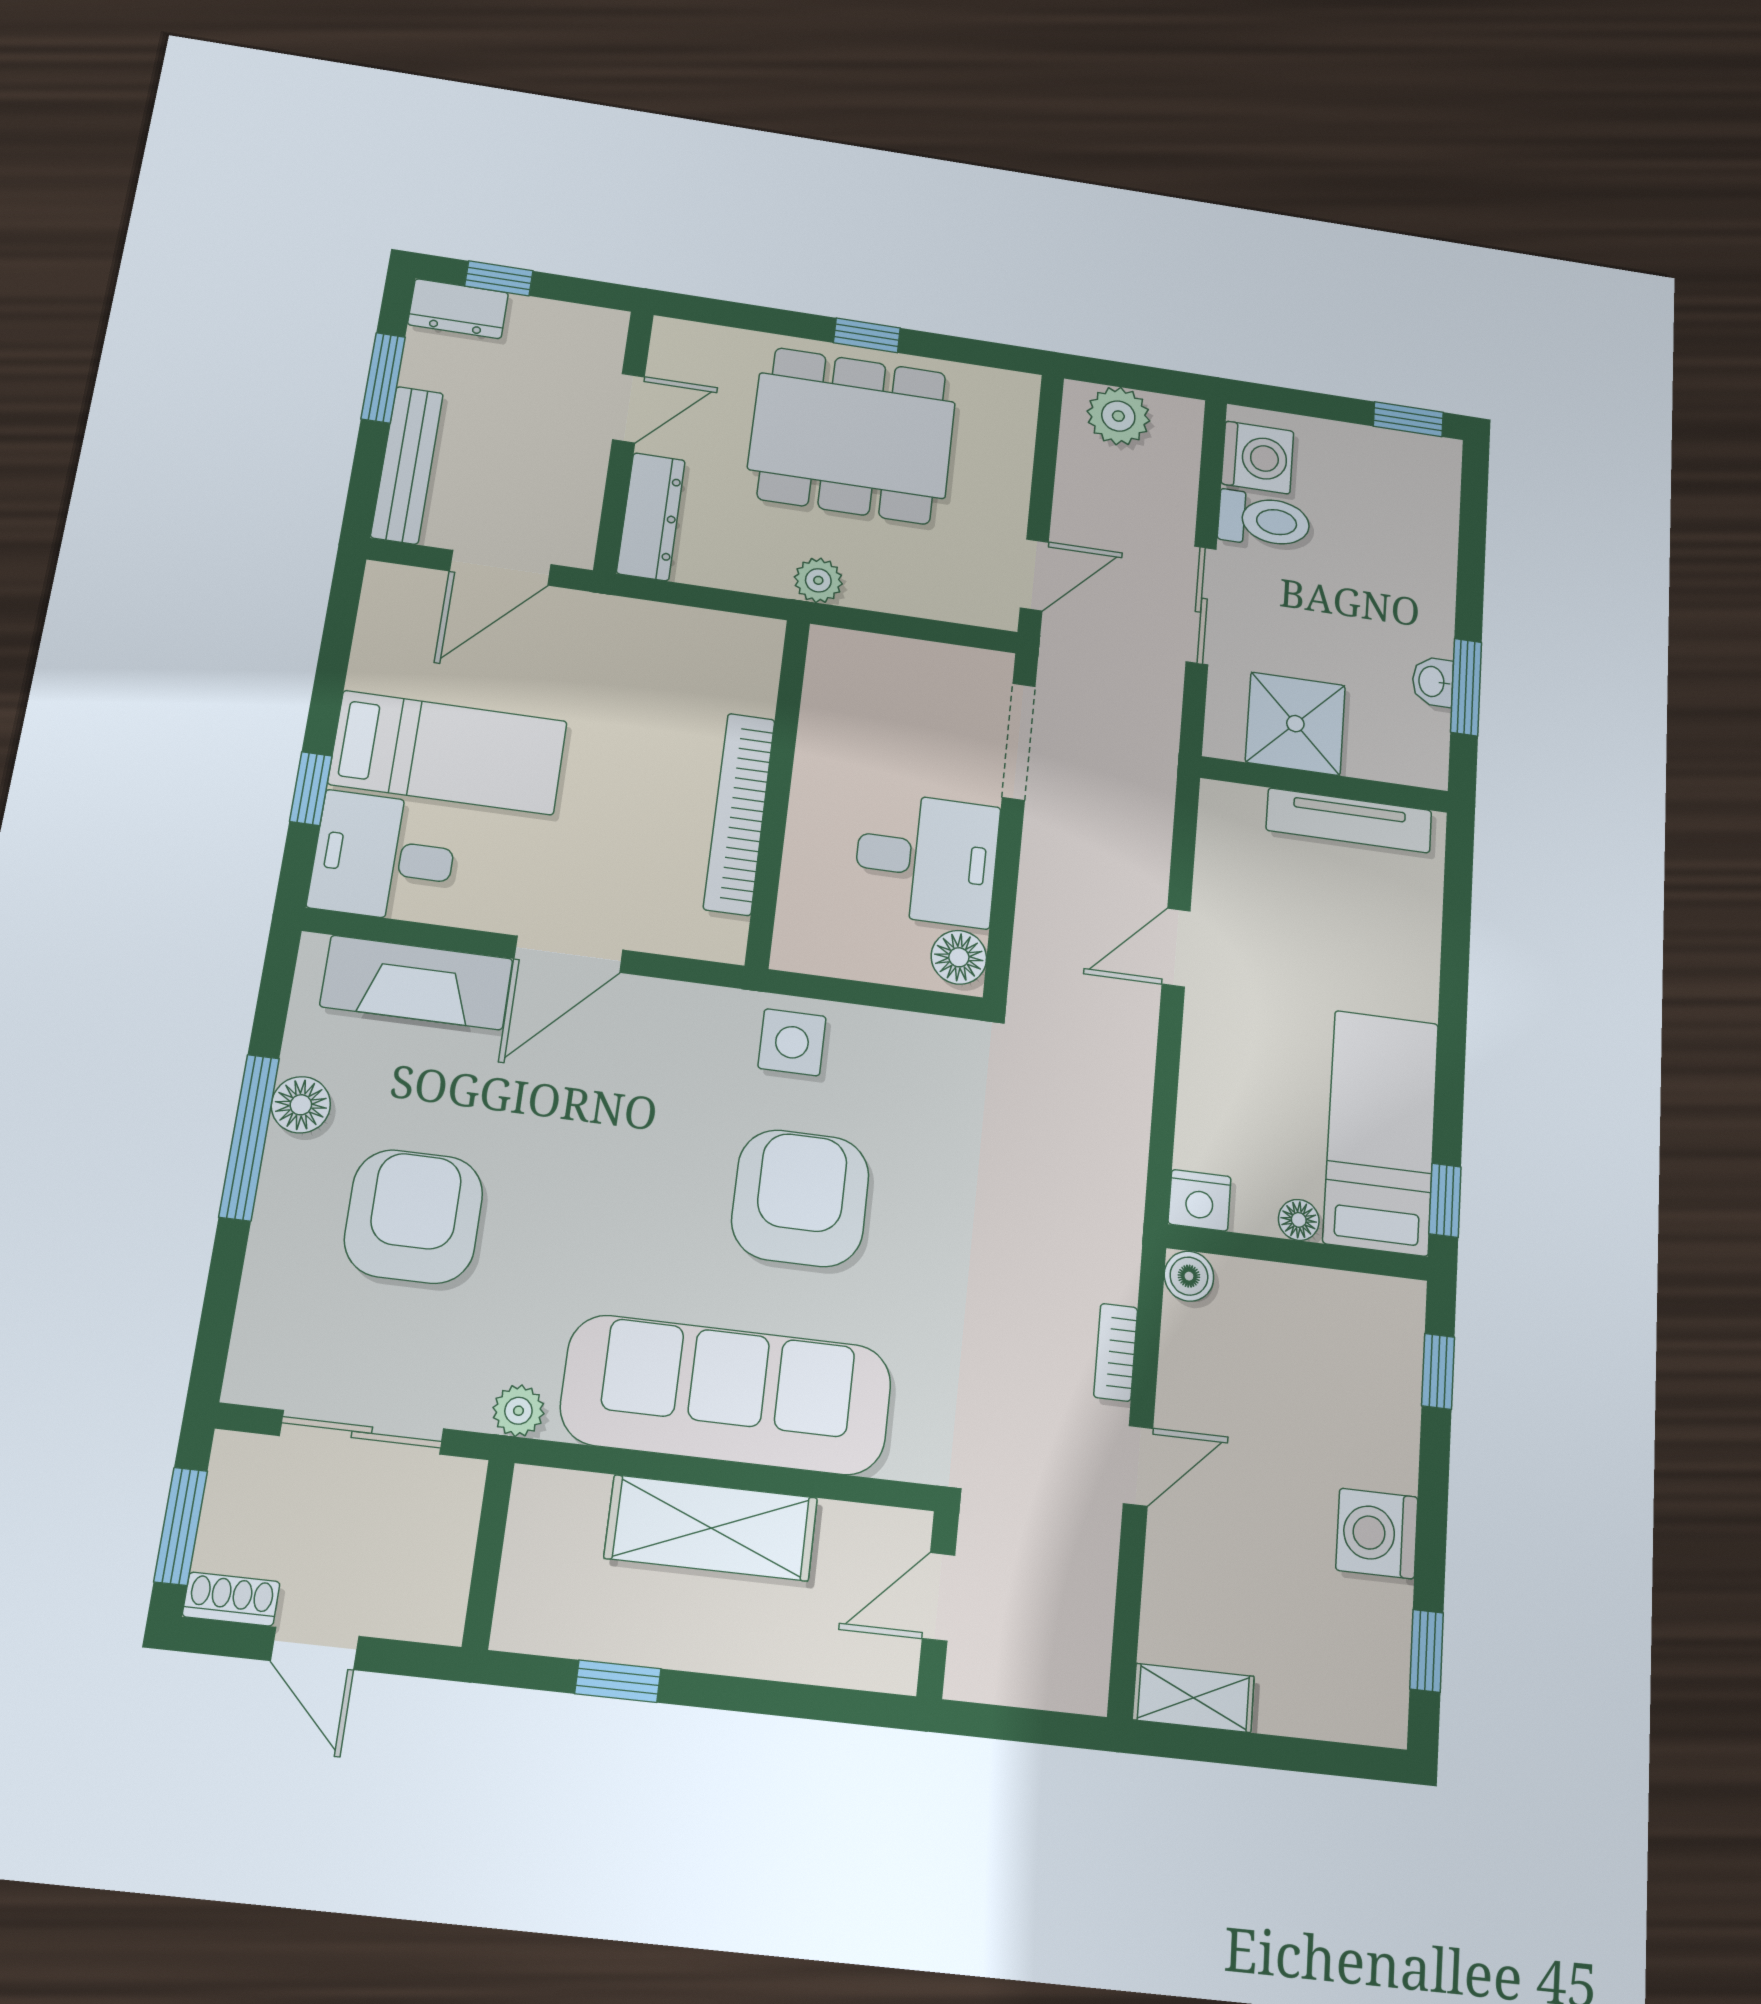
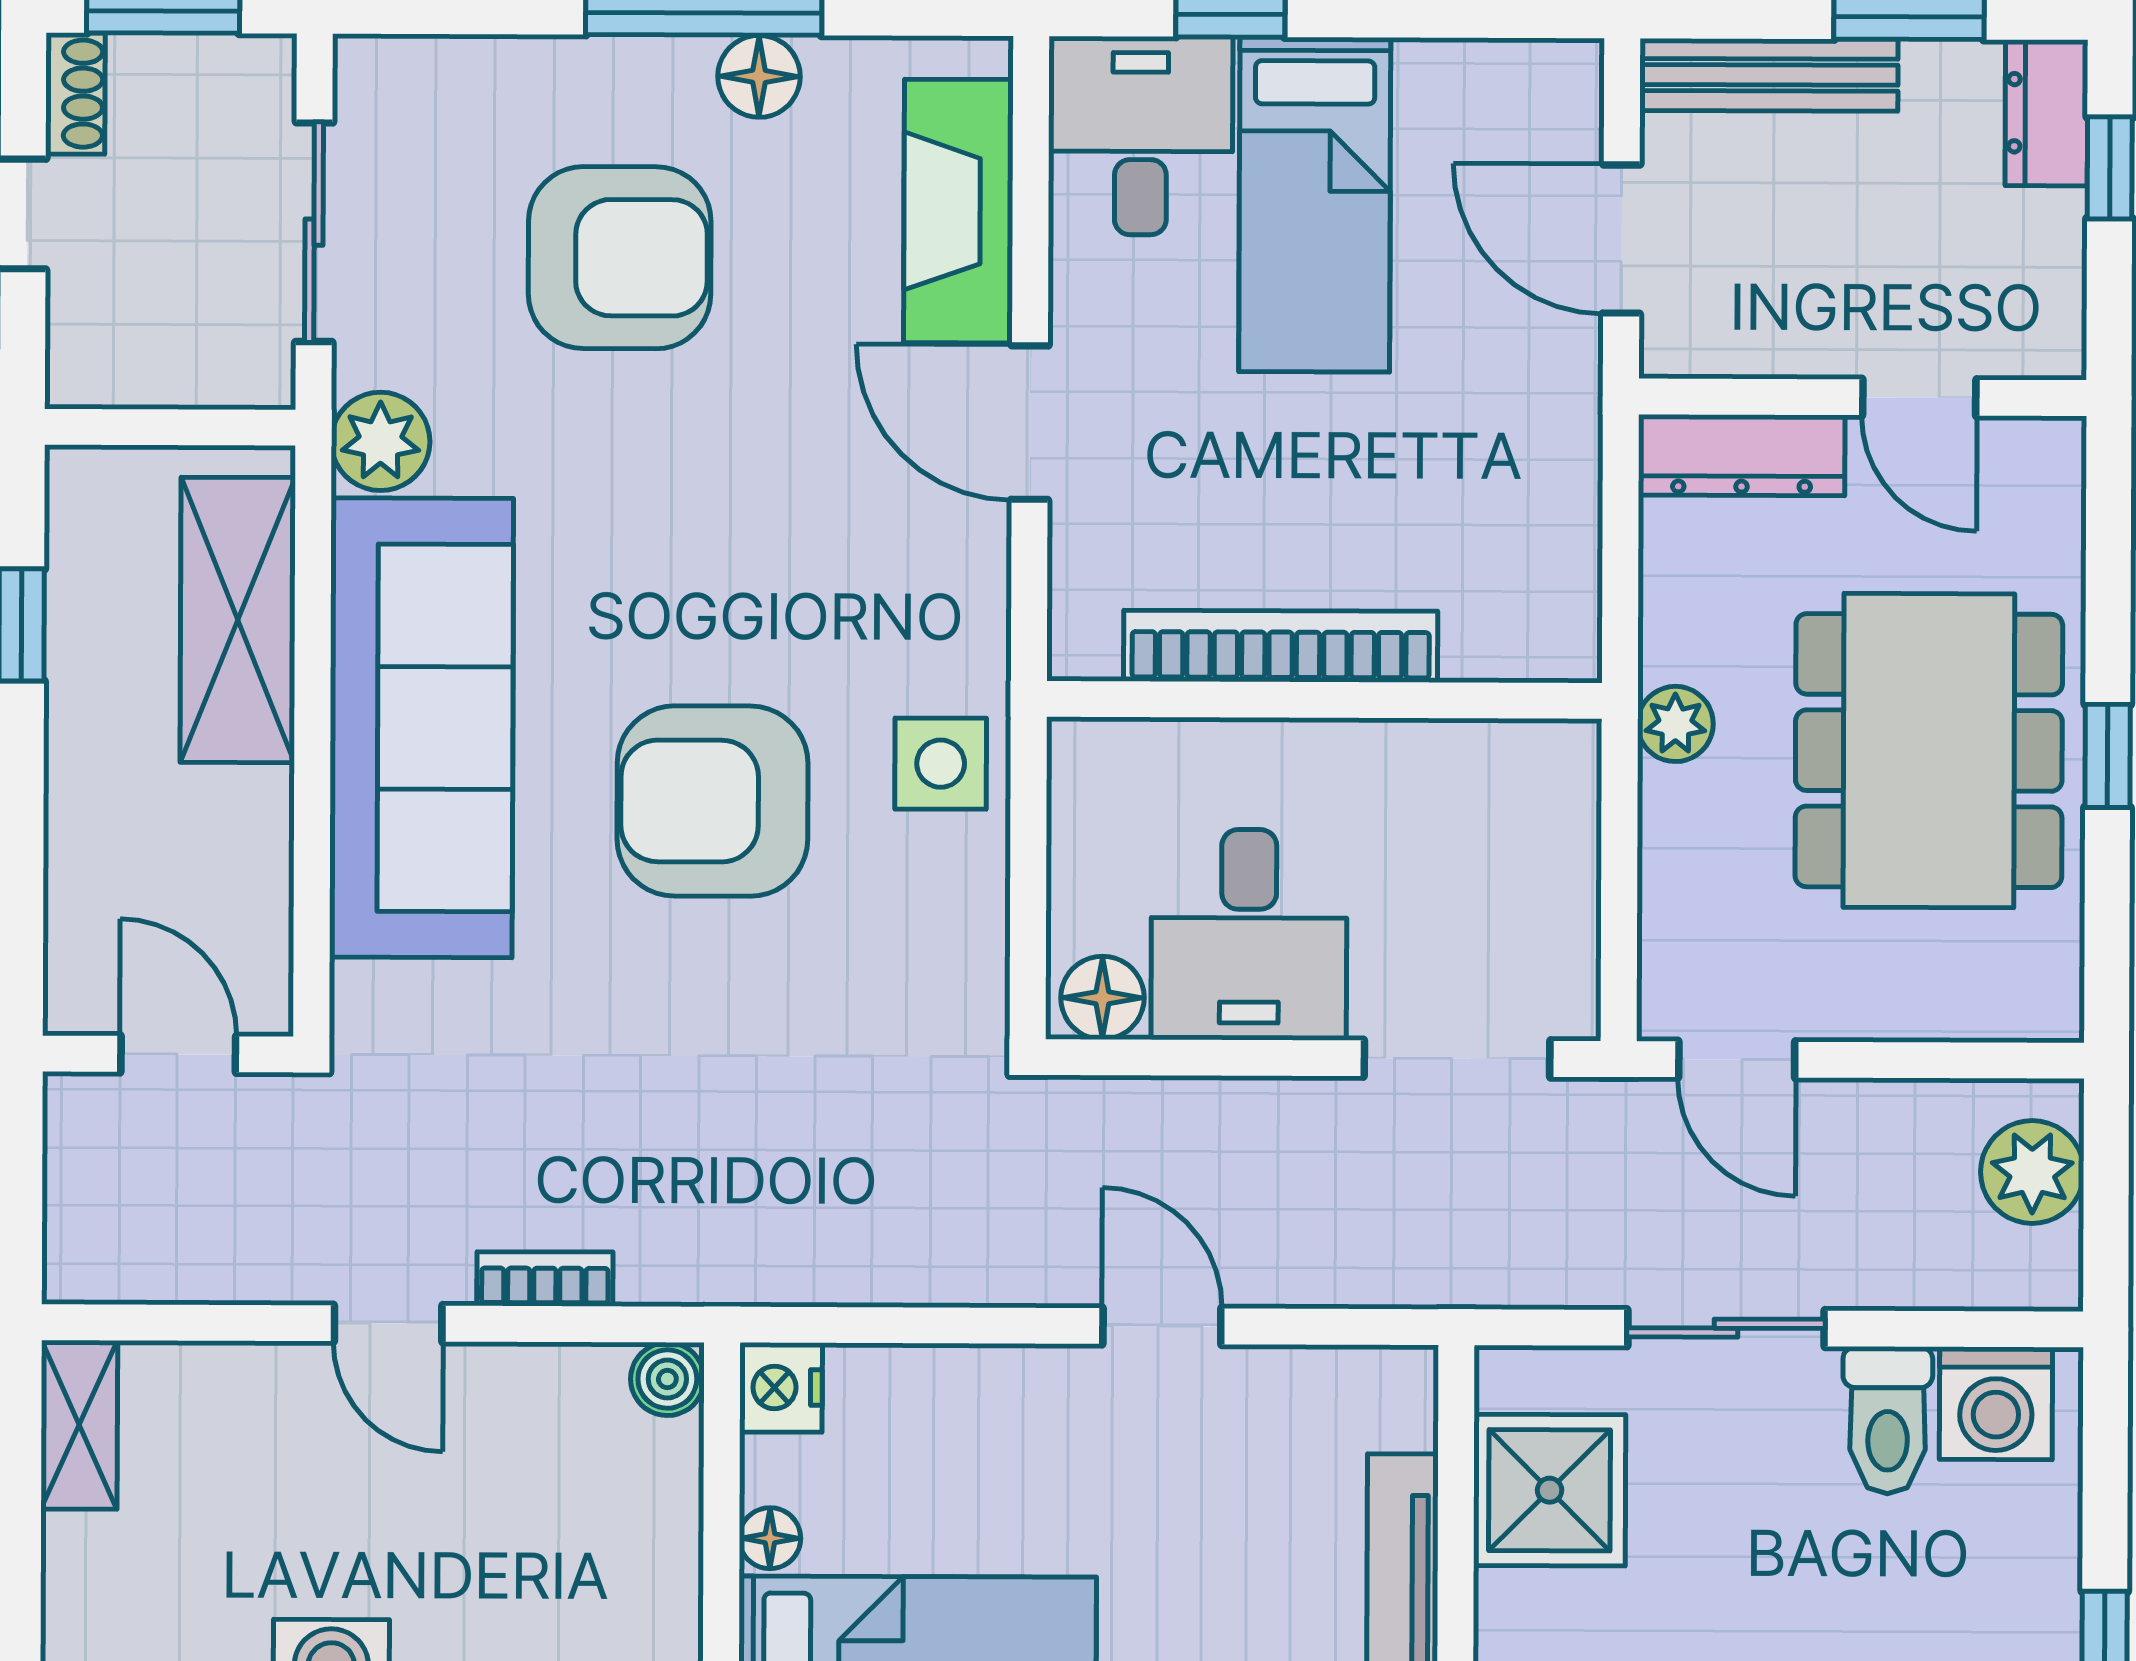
armchair: (800, 1198) -> (712, 801), turned 180
plant: (518, 1411) -> (381, 441), width x1.38, depth x1.38
shelving: (711, 1528) -> (238, 620), moved

